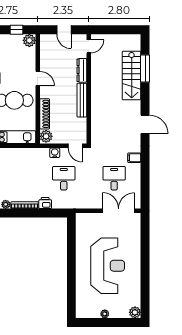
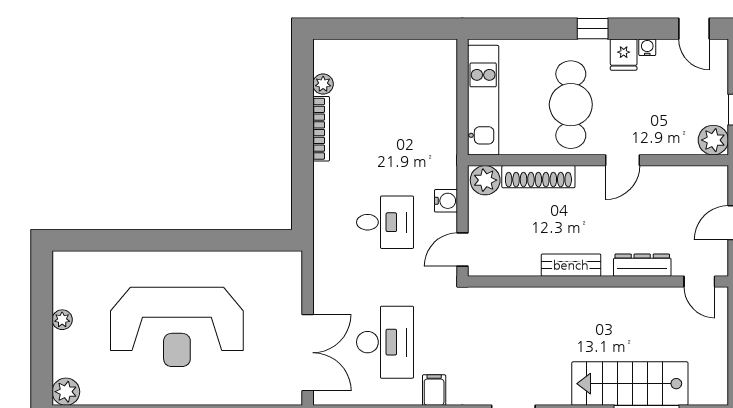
bench: (82, 100) -> (571, 265), width x0.73
desk: (114, 178) -> (385, 342), width x1.37
printer: (45, 203) -> (326, 178), removed

